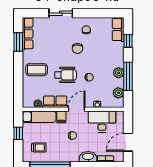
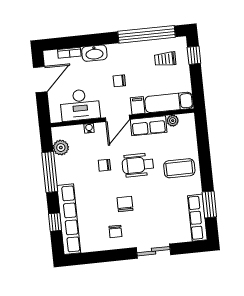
row of seats: (118, 30) -> (69, 219), width x2.02
plant: (119, 73) -> (64, 176), removed
window: (18, 133) -> (194, 55), moved

